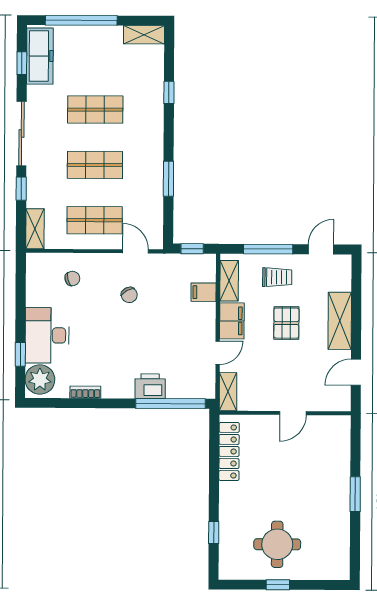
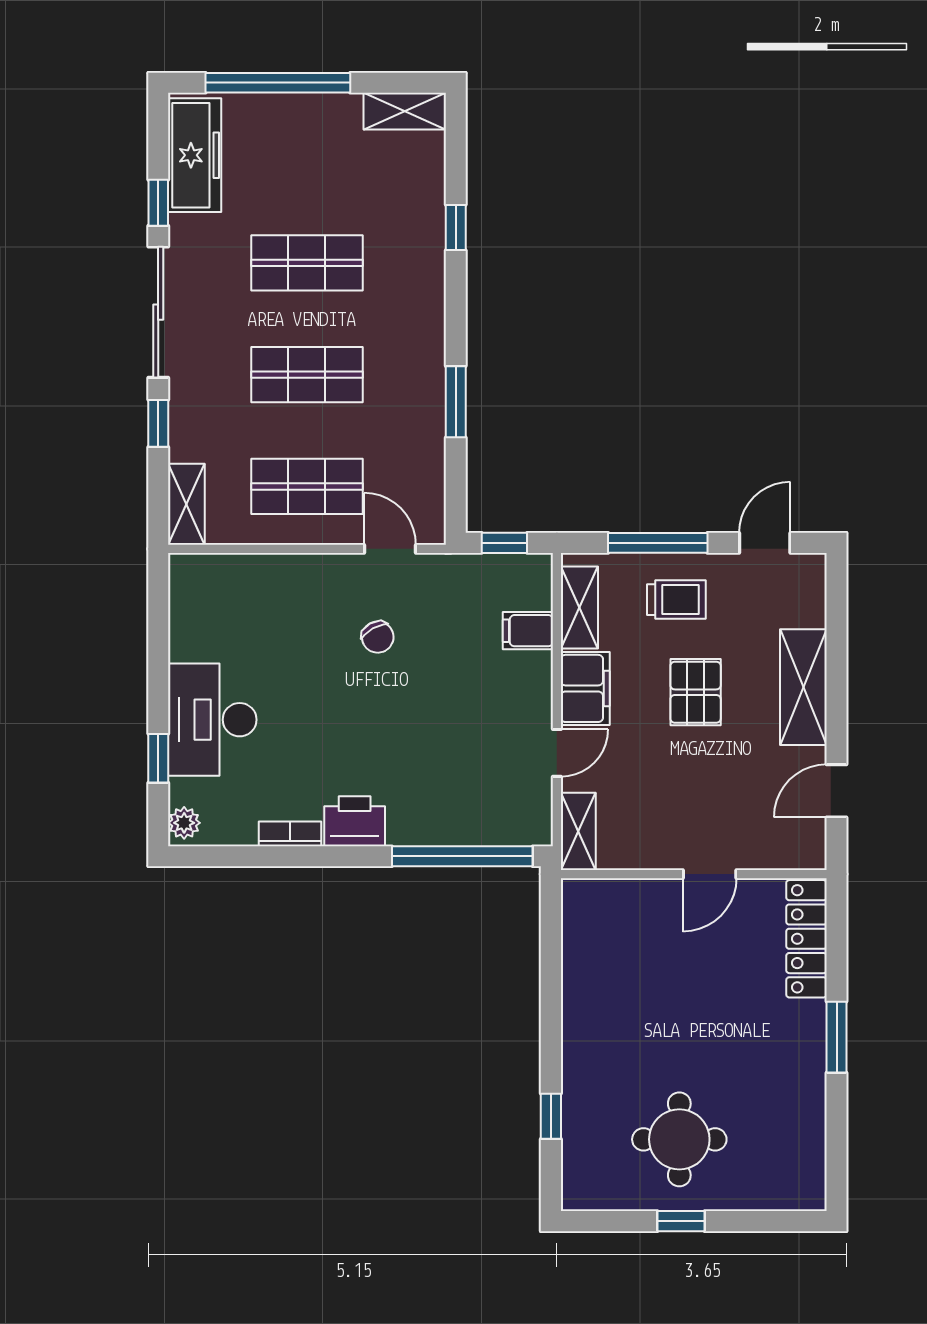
window: (22, 63) -> (158, 203), moved
chair: (72, 279) -> (263, 604), removed
plant: (40, 380) -> (184, 823), width x0.53, depth x0.53
printer: (150, 386) -> (355, 821), moved
locker: (229, 451) -> (806, 939), moved, turned 180

